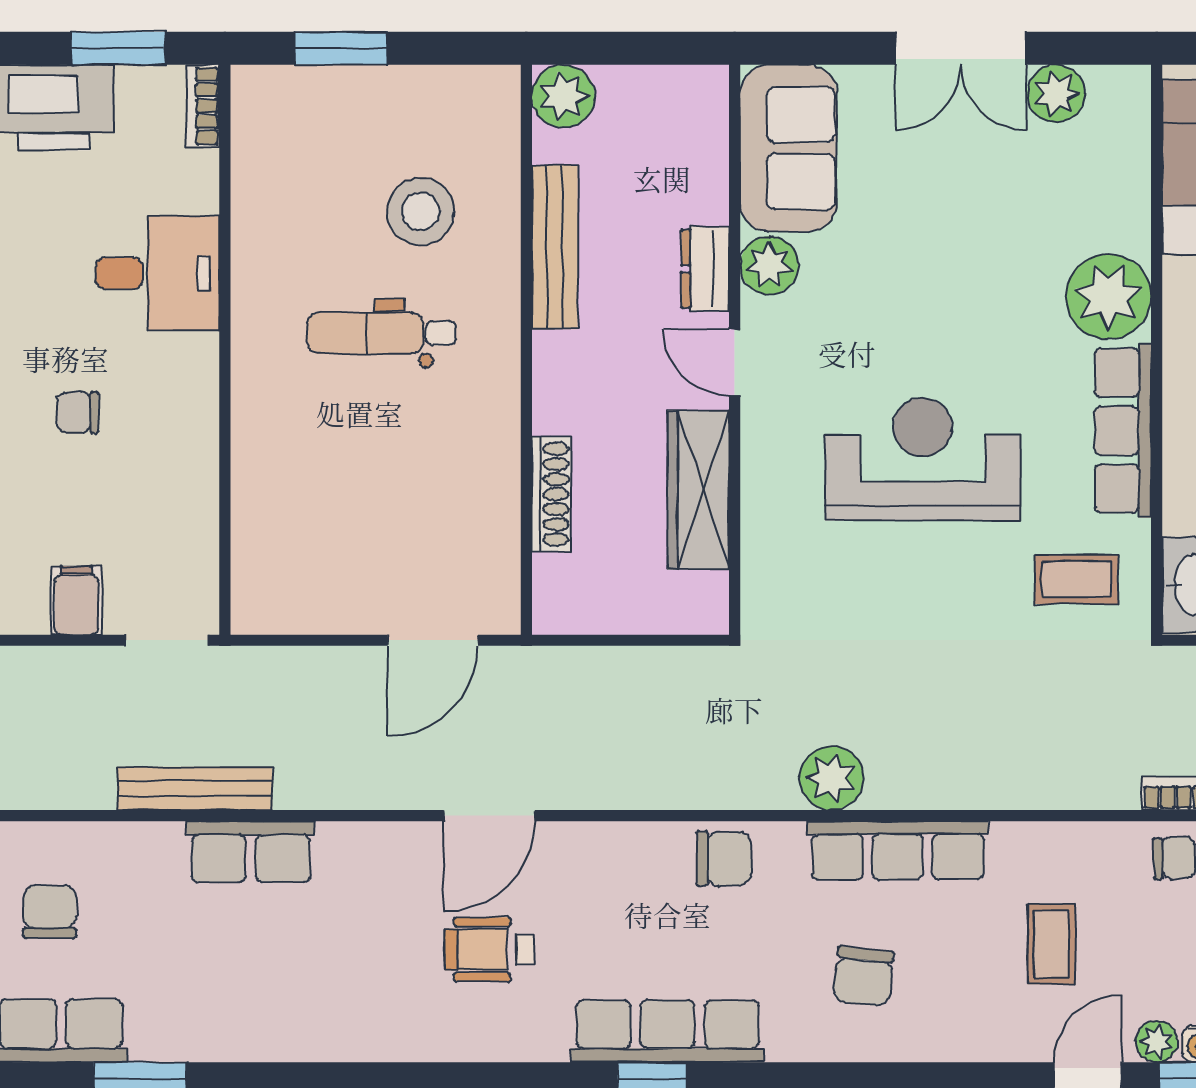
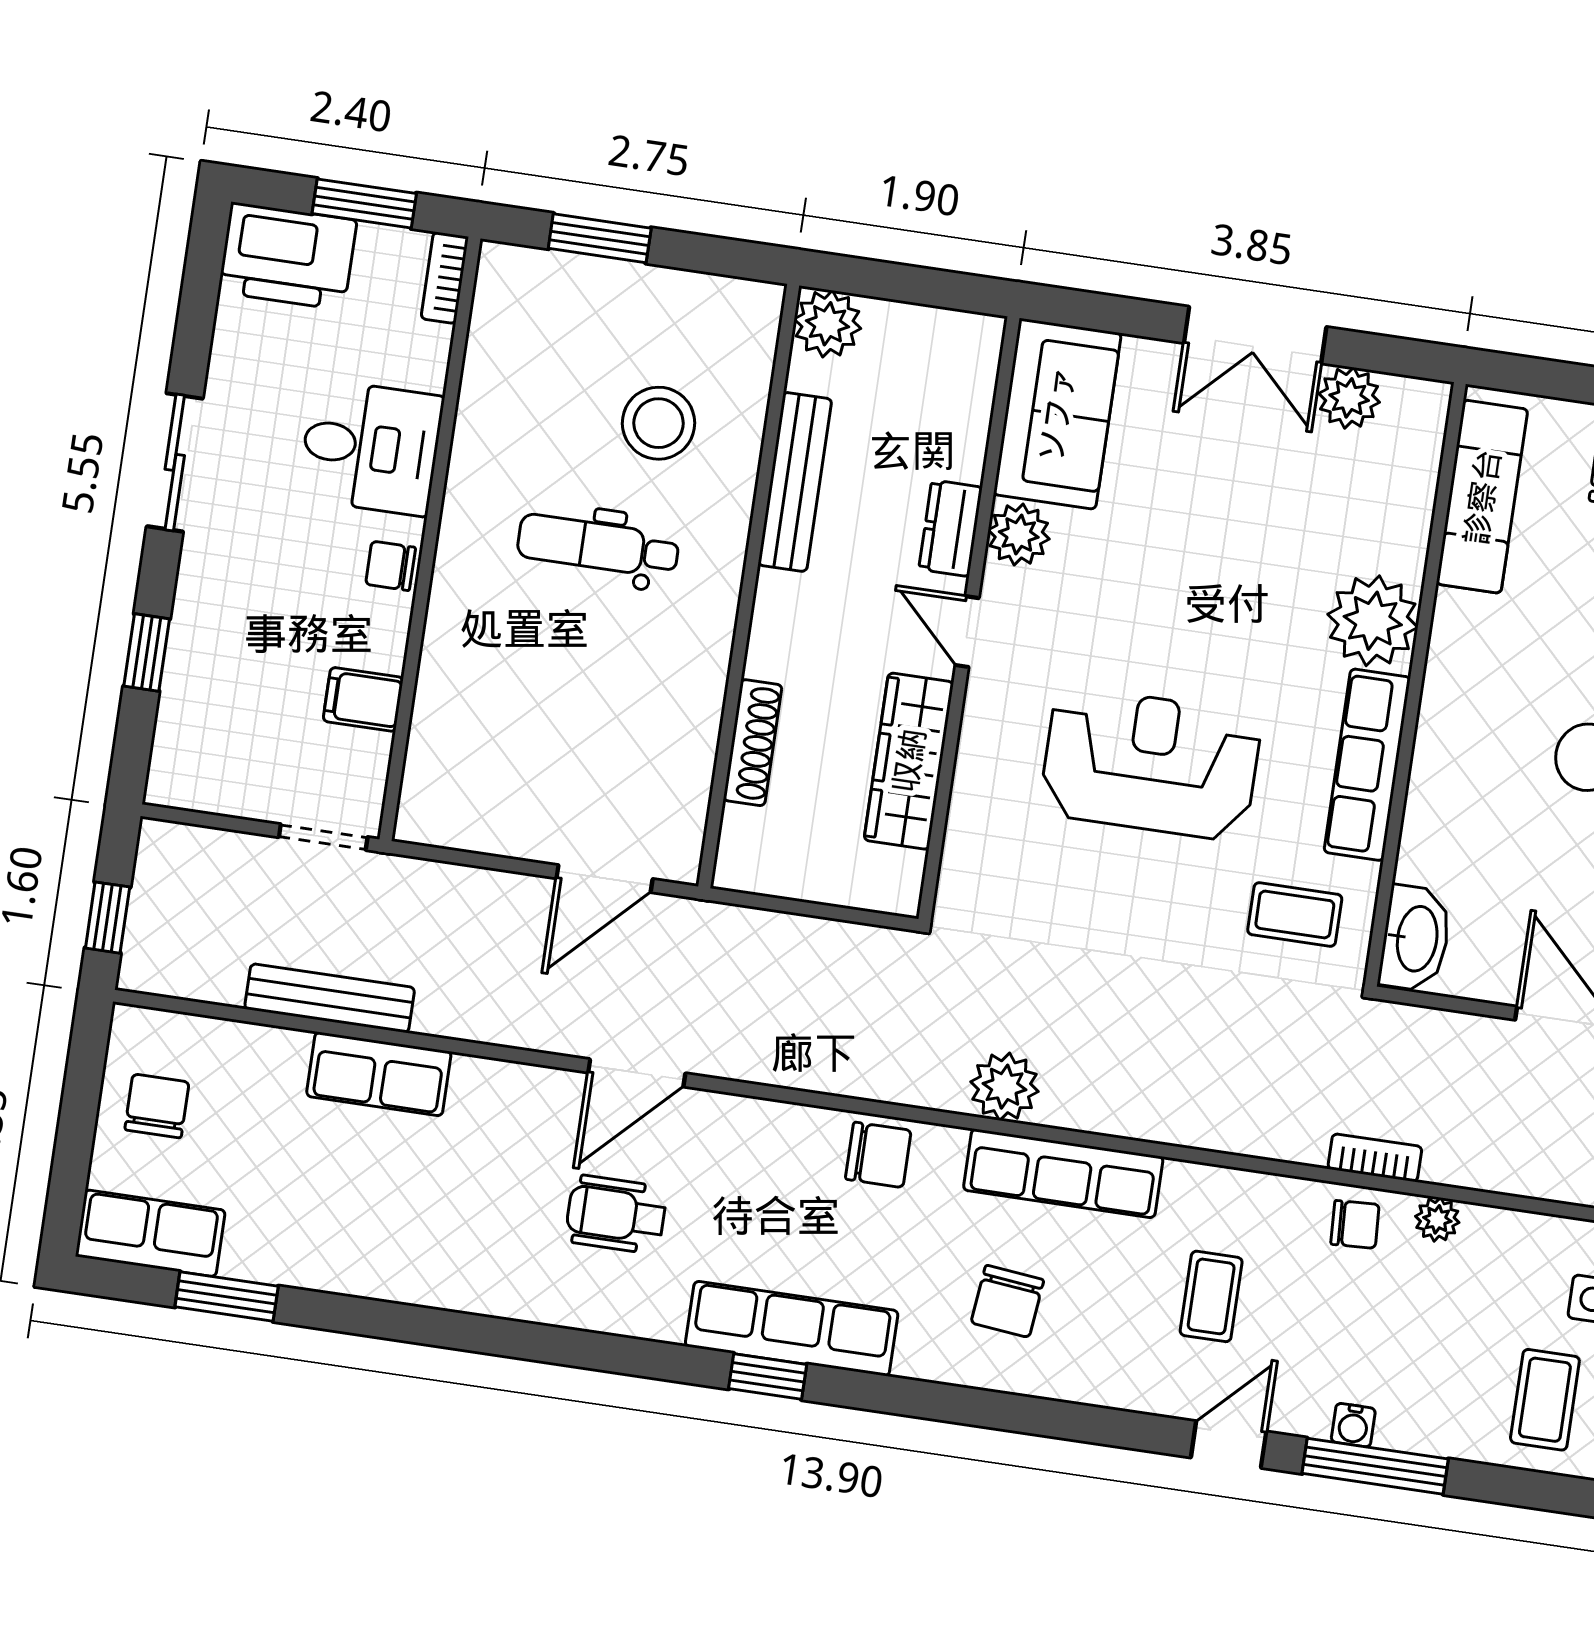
chair: (78, 413) -> (391, 566), moved
filing cabinet: (76, 600) -> (363, 699), moved, turned -90
plant: (1157, 1041) -> (1307, 1416), removed

